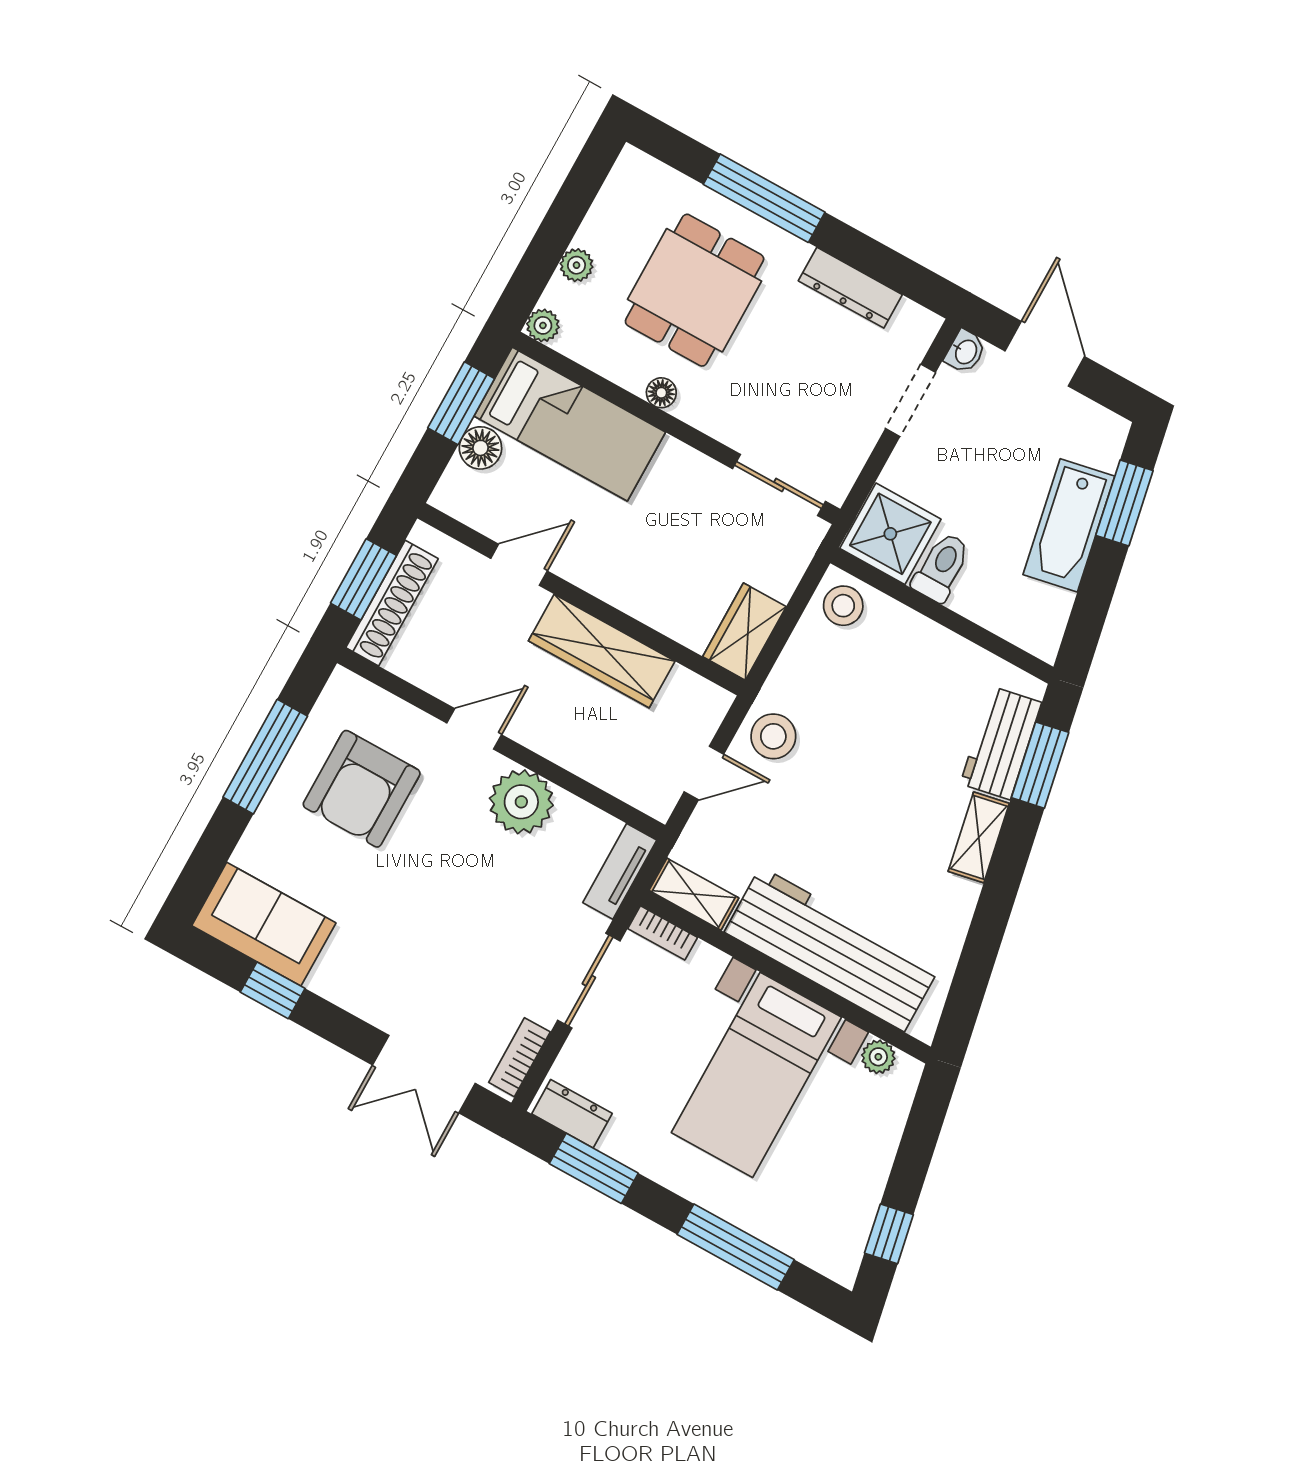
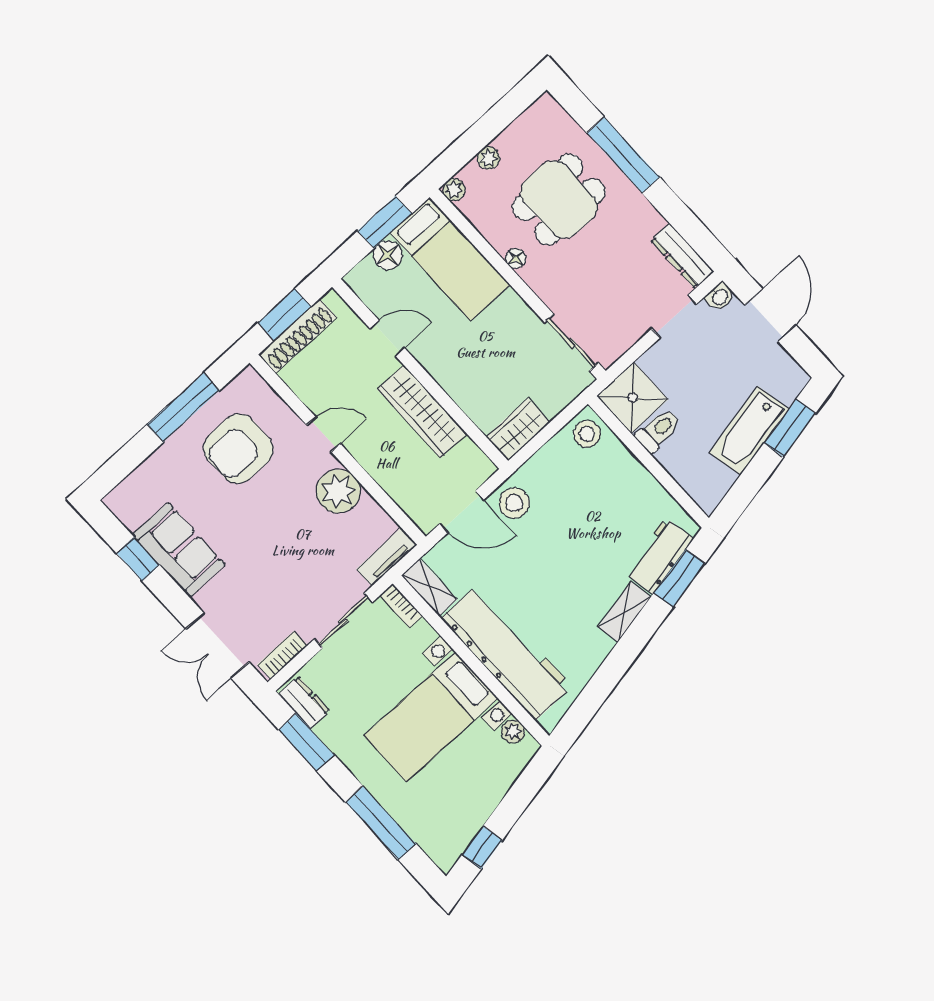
dresser: (850, 288) -> (682, 256), moved
door: (704, 773) -> (462, 512), width x1.38
sofa: (264, 924) -> (179, 550), moved

